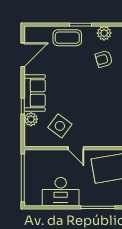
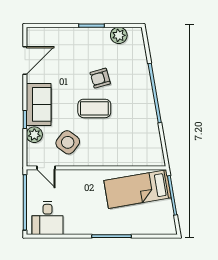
coffee table: (67, 38) -> (94, 108), moved
armchair: (104, 59) -> (100, 78), moved
door: (76, 148) -> (46, 168), moved
desk: (61, 192) -> (47, 218), moved, width x0.73

